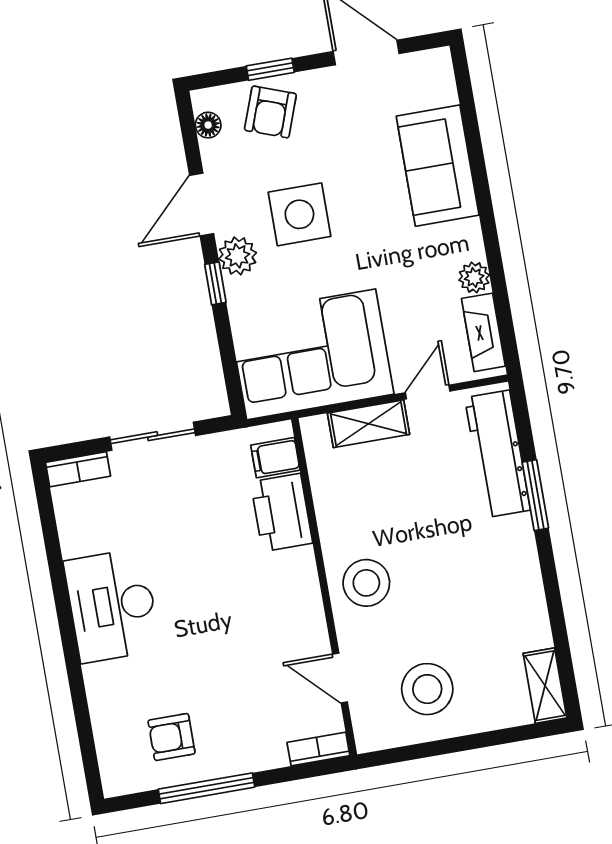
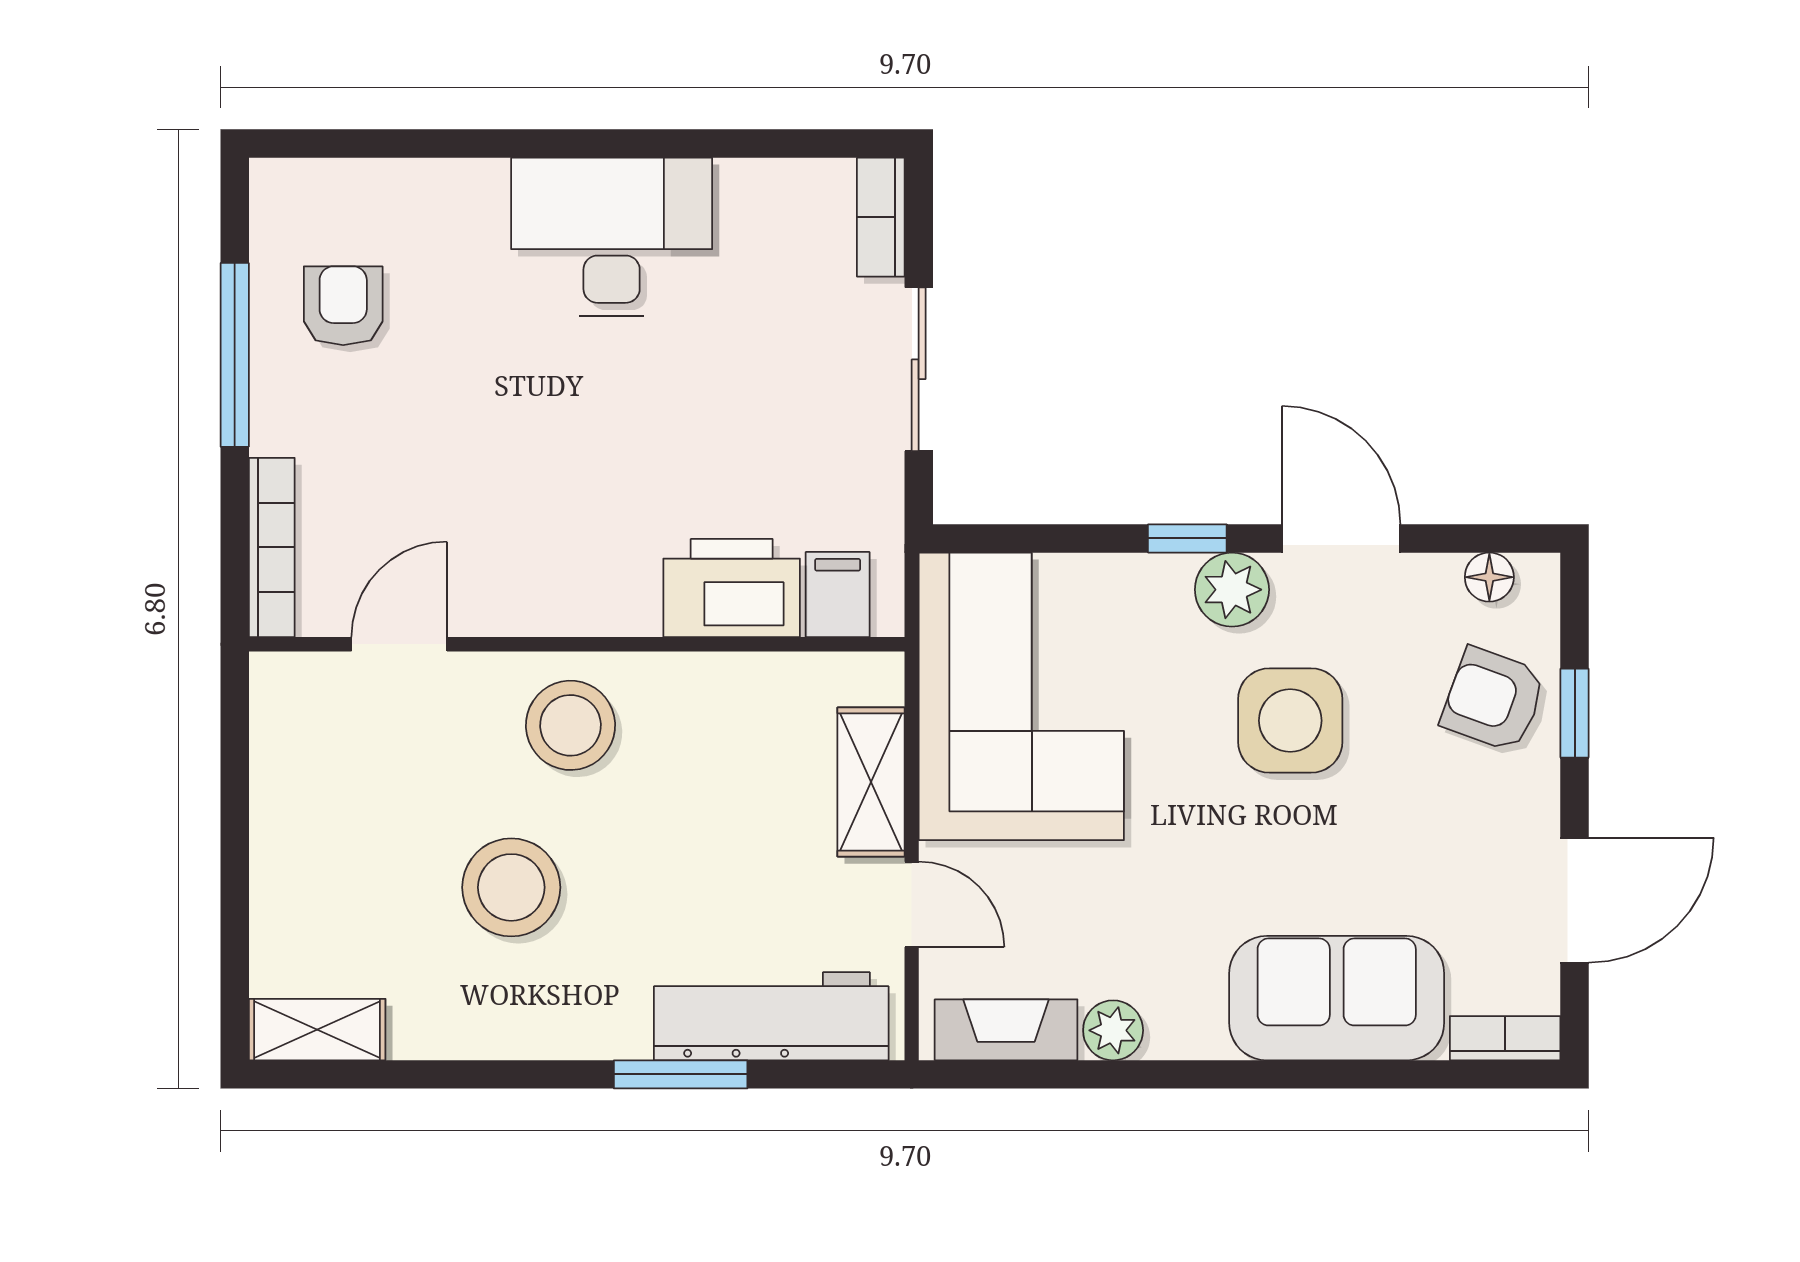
bookcase: (443, 76) -> (1505, 1038), added
stool: (427, 689) -> (511, 887), moved
bookcase: (318, 749) -> (272, 547), width x1.56

